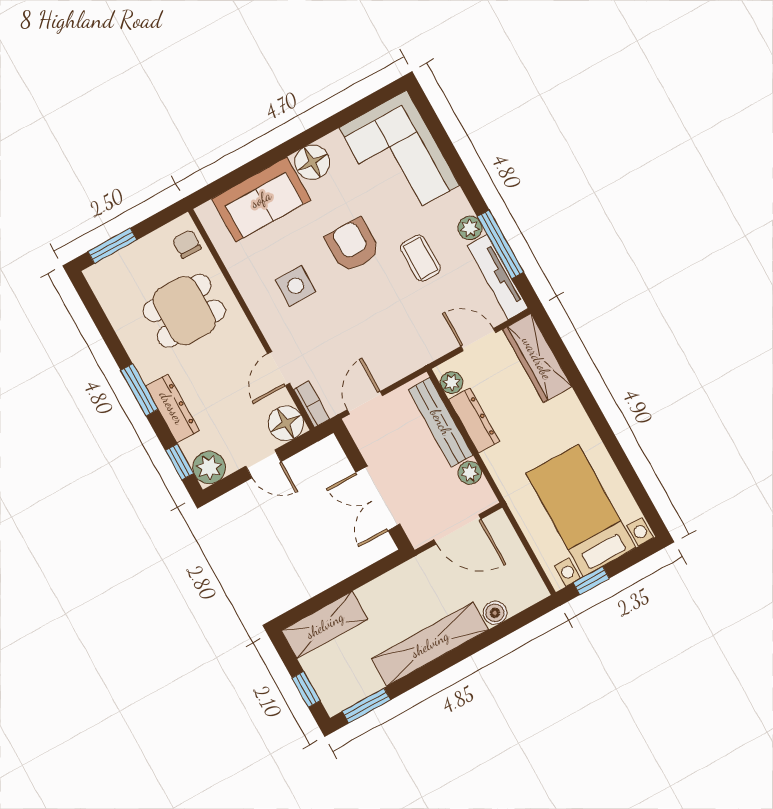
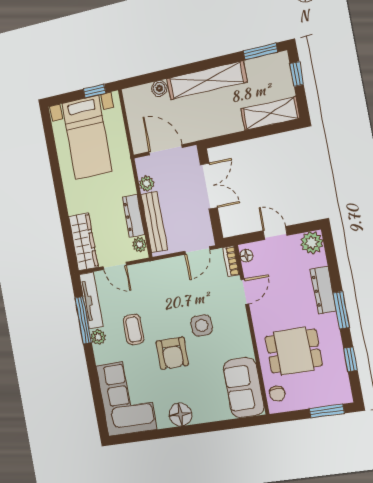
sofa: (261, 199) -> (244, 388), moved, turned -90
side table: (296, 286) -> (202, 325), moved
floor lamp: (286, 423) -> (246, 256), width x0.53, depth x0.53
window: (179, 462) -> (350, 359), moved

